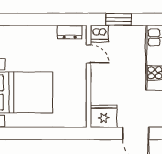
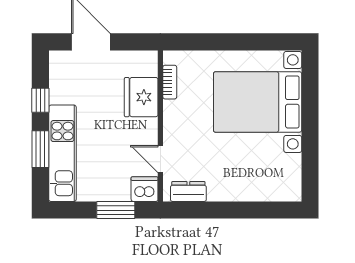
bookcase: (82, 106) -> (170, 82), added
fridge: (104, 116) -> (141, 97), moved, turned 90

